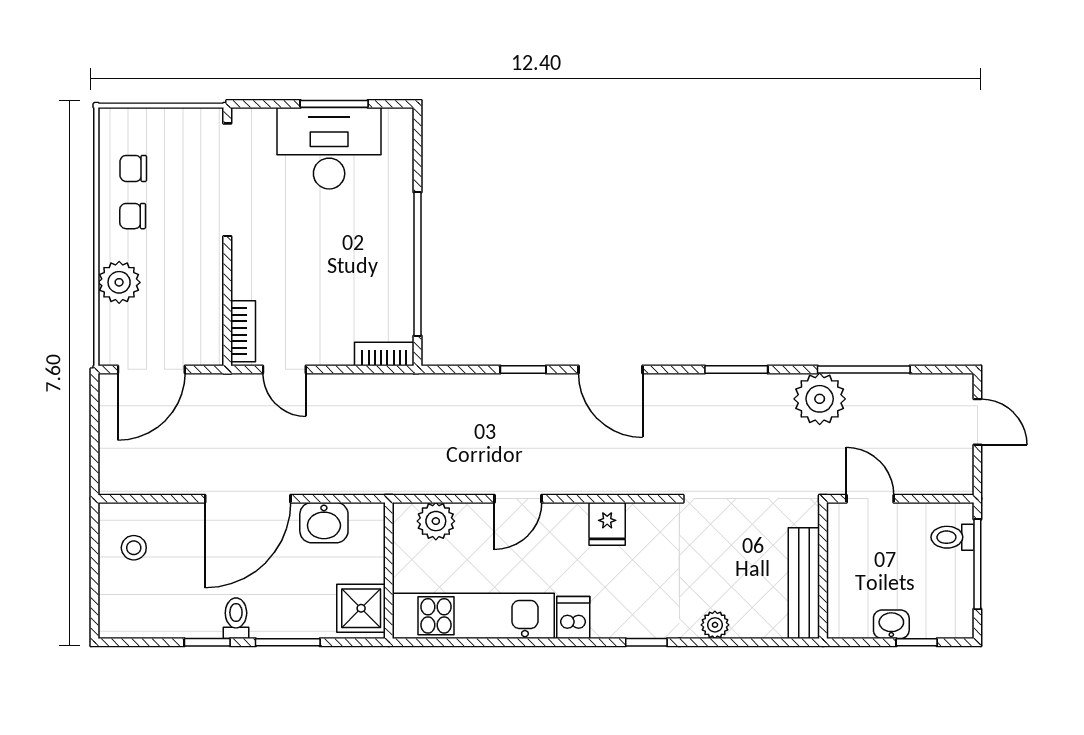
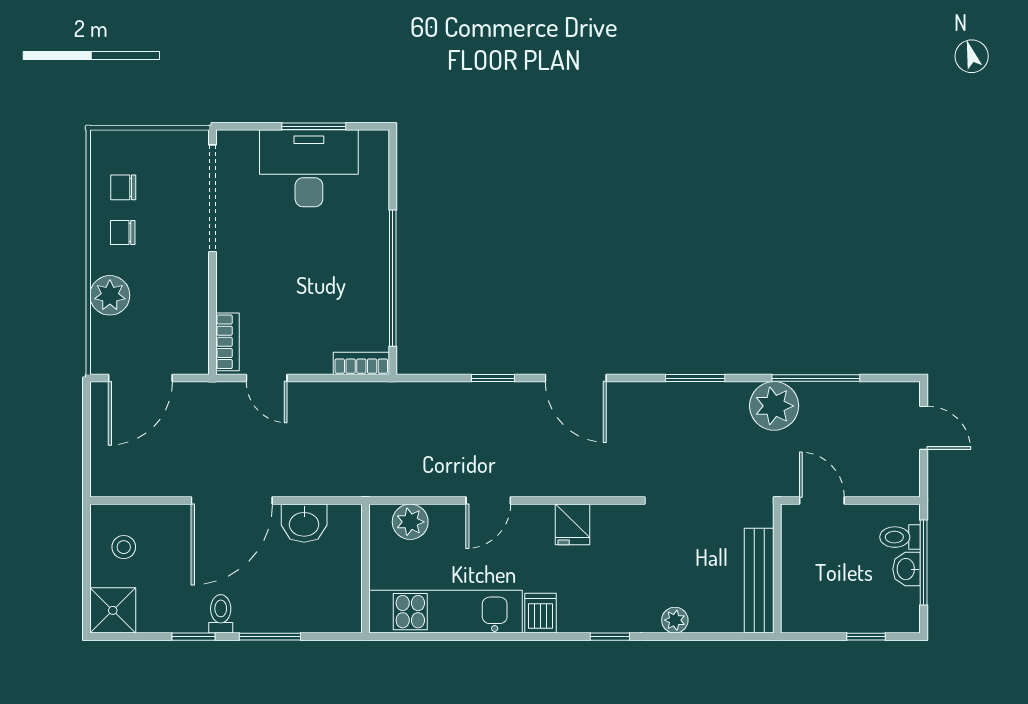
shower: (361, 608) -> (113, 610), moved
washbasin: (891, 624) -> (907, 569), moved, turned -90

